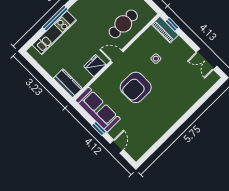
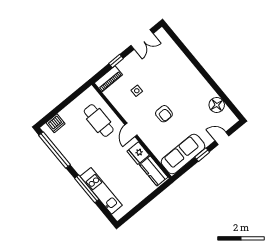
window: (172, 24) -> (116, 61), moved
kitchen counter: (68, 83) -> (154, 171), moved, turned -90
armchair: (136, 87) -> (164, 114), width x0.53, depth x0.53
floor lamp: (149, 138) -> (217, 105), added

